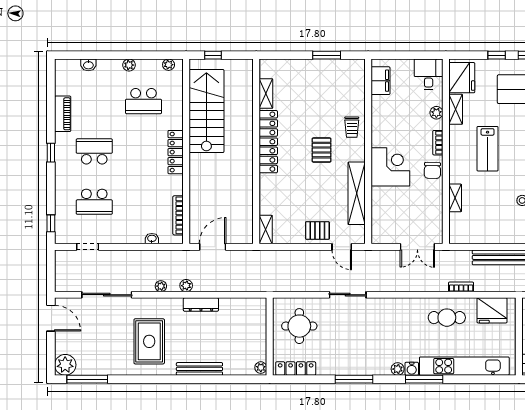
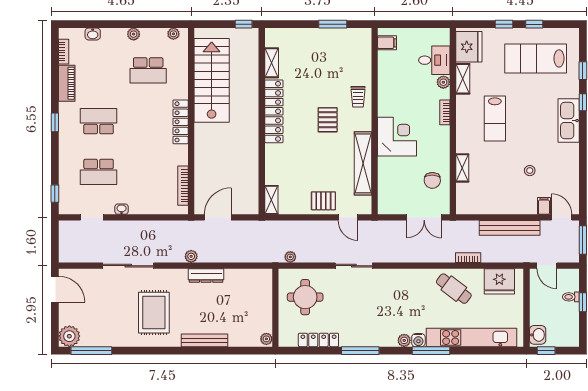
window: (213, 55) -> (244, 24), moved
desk: (429, 74) -> (434, 60), moved, turned 90
filing cabinet: (380, 81) -> (387, 43), width x0.50
bookcase: (60, 82) -> (64, 52), added
chair: (432, 170) -> (432, 180), moved
washbasin: (152, 239) -> (122, 209), moved
plant: (161, 286) -> (290, 257), moved
sliding door: (107, 295) -> (128, 266), moved
cafe table: (447, 318) -> (454, 289), turned 37
locker: (296, 369) -> (318, 340), moved

